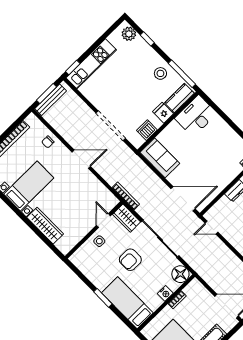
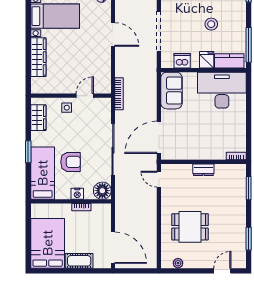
stool: (160, 73) -> (211, 24), moved
desk: (196, 116) -> (222, 90), width x1.36, depth x1.30
door: (183, 199) -> (159, 137), swing flipped
wardrobe: (127, 218) -> (38, 118), moved, turned 180
armchair: (130, 260) -> (71, 162), moved, turned 180

